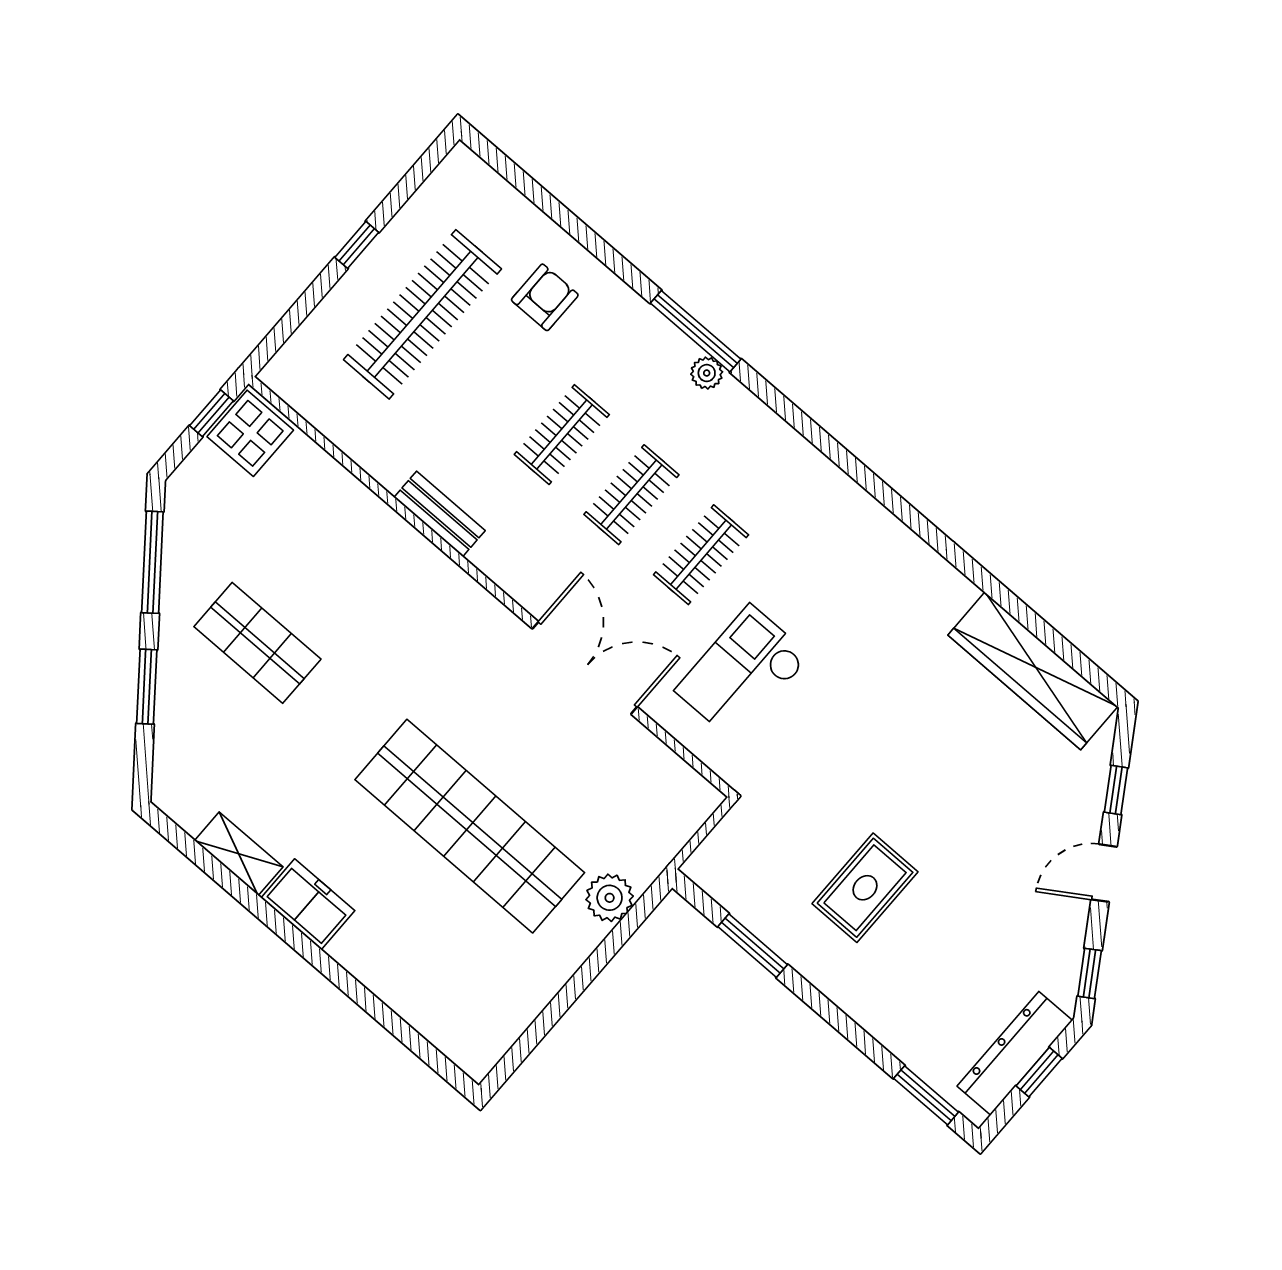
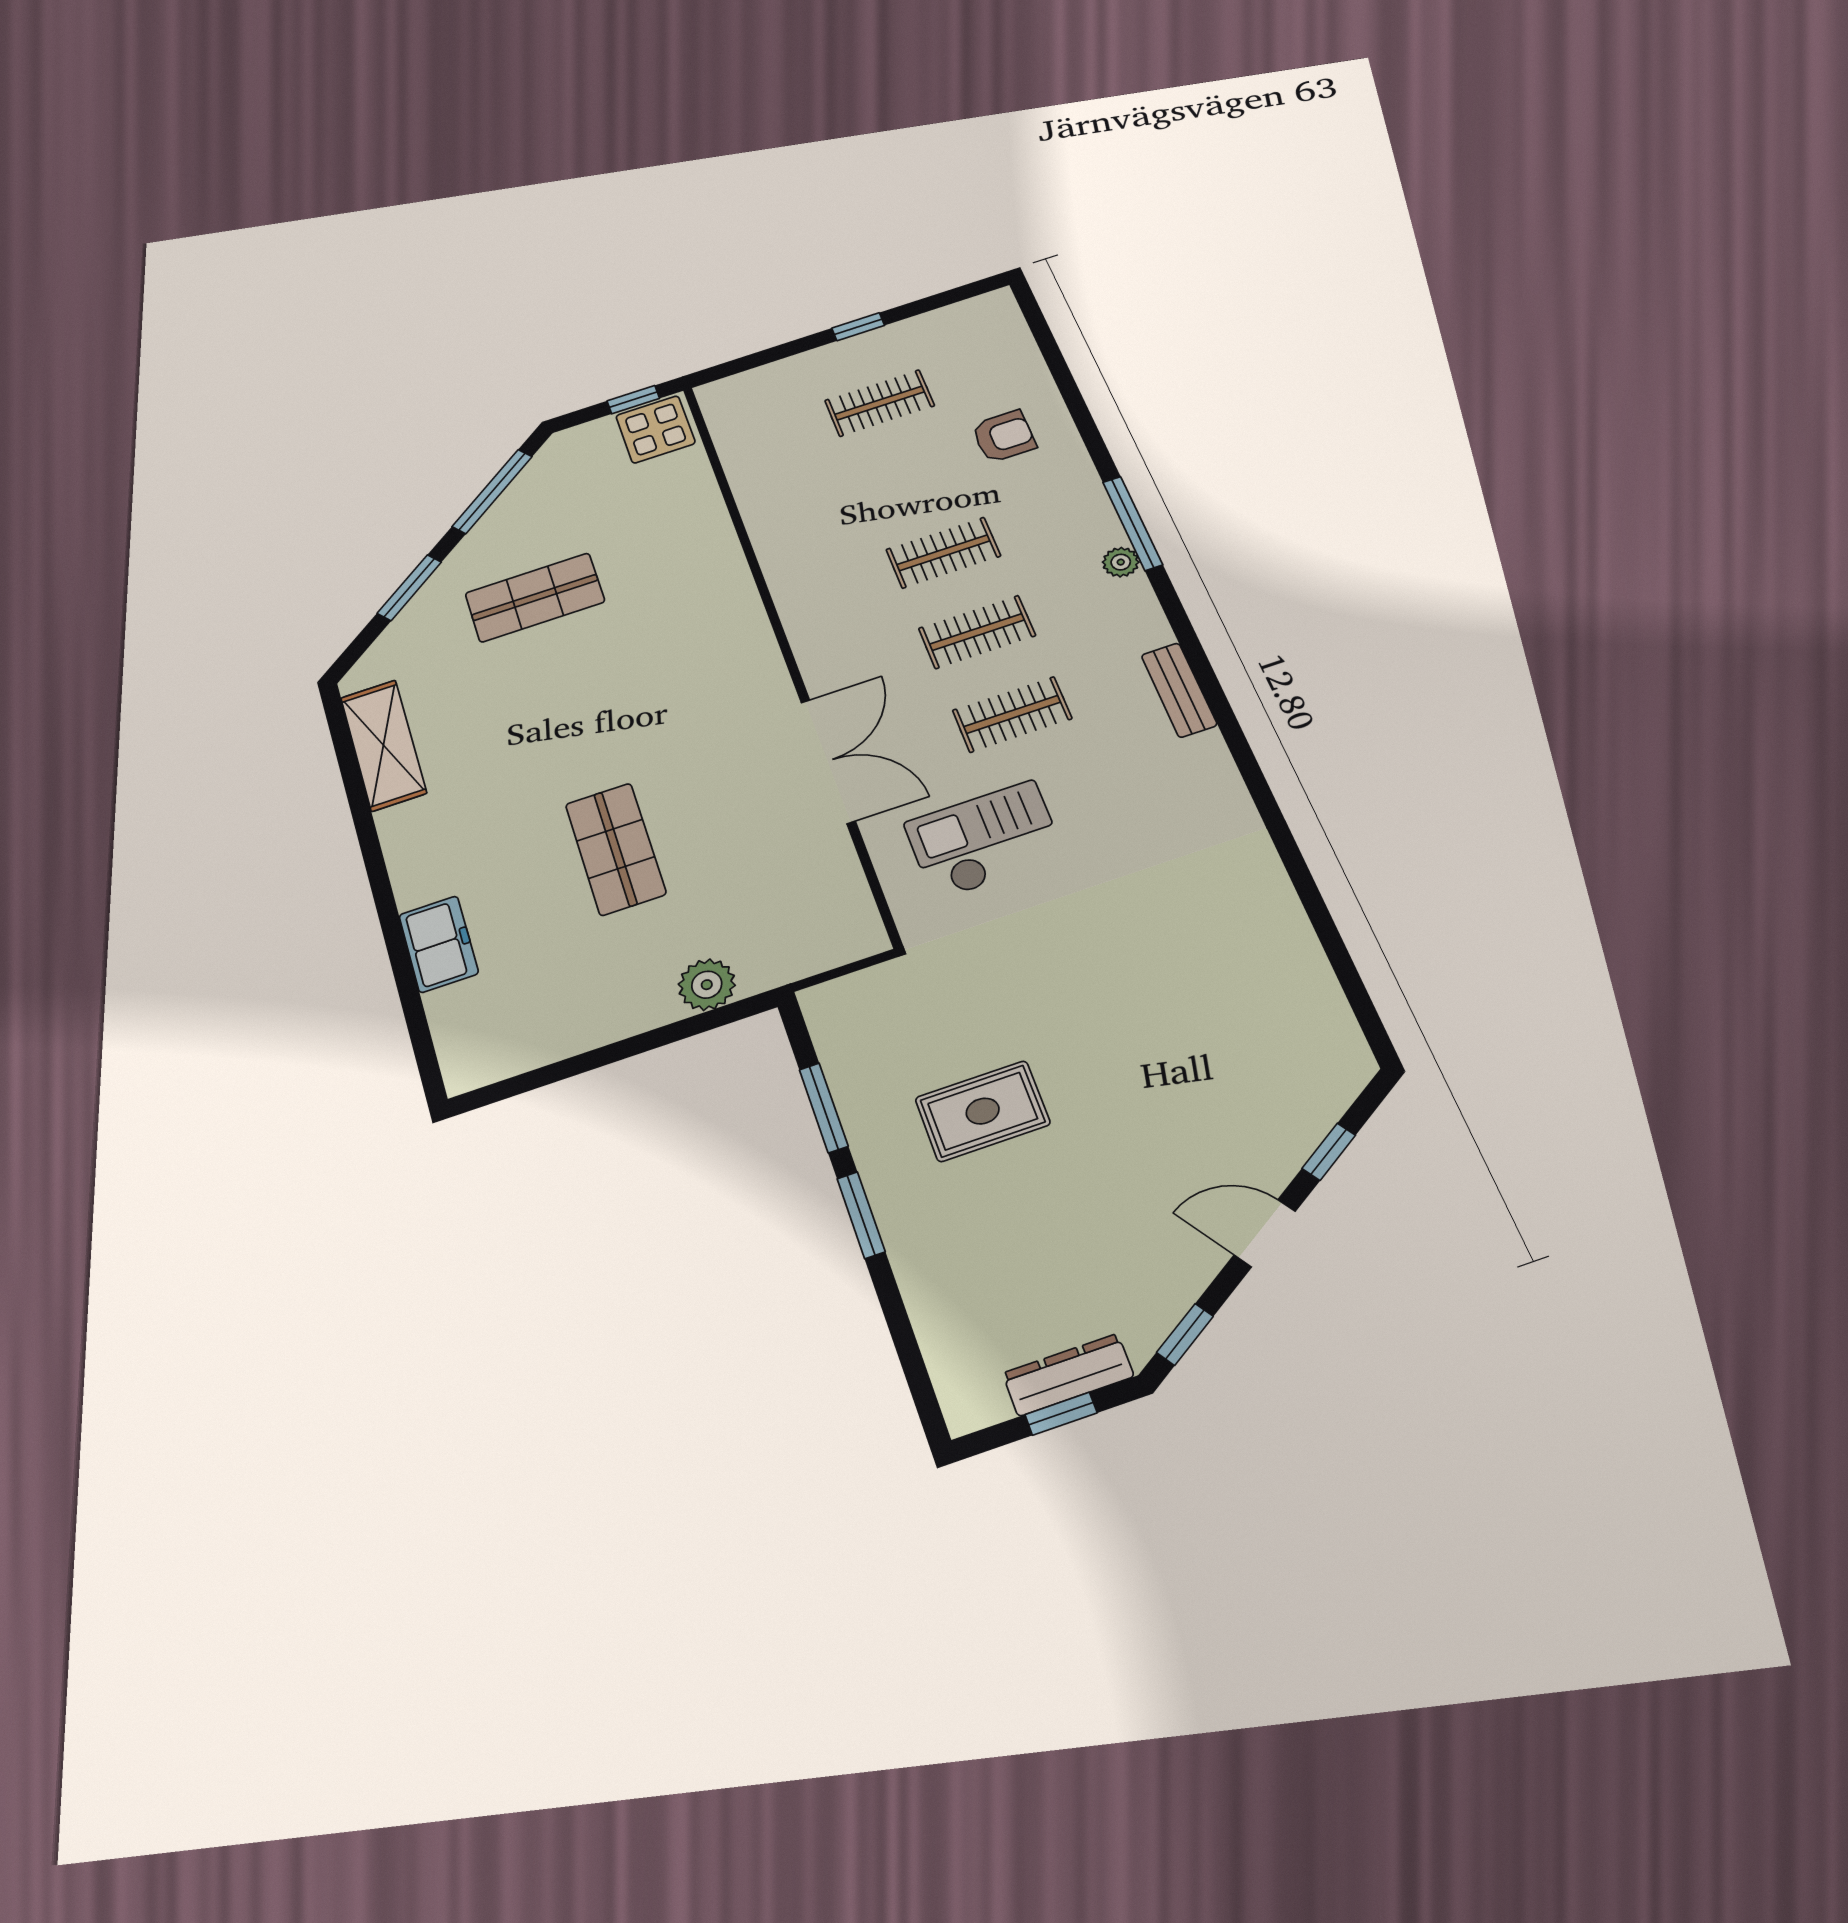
clothes rail: (423, 314) -> (880, 403), width x0.54, depth x0.76
bench: (440, 514) -> (1179, 690), moved
shop shelf: (257, 643) -> (535, 597), turned 90
wardrobe: (1033, 671) -> (1302, 985), removed
shop shelf: (470, 826) -> (615, 849), width x0.50, depth x0.74
shelving: (239, 854) -> (383, 745), width x1.50, depth x1.33
freezer: (308, 904) -> (439, 944), moved
dresser: (1015, 1053) -> (1068, 1375), width x0.73, depth x0.80
window: (926, 1095) -> (861, 1215), moved

